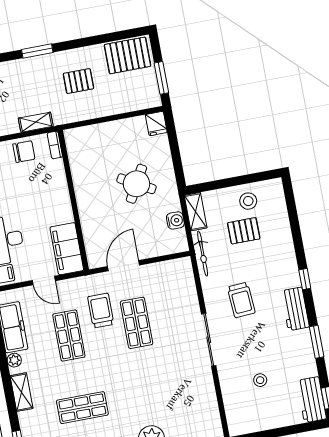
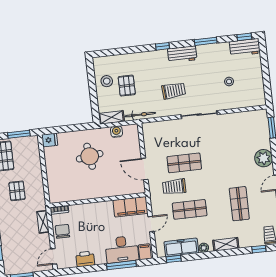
round table: (136, 184) -> (90, 156), turned -37

